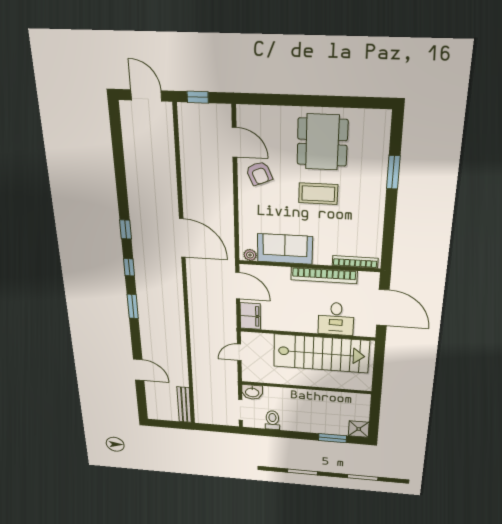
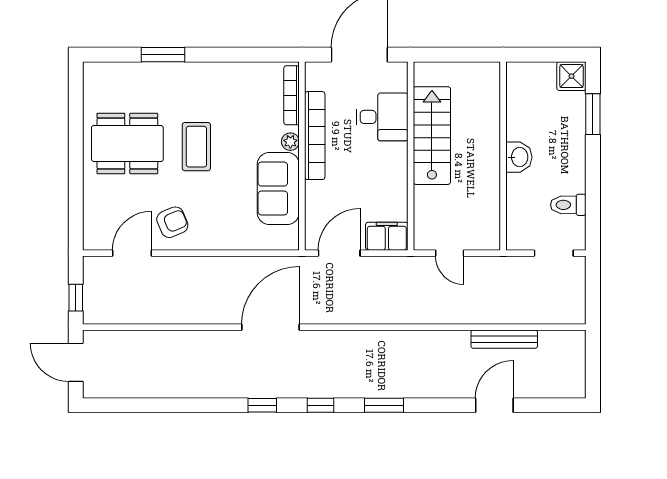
door: (146, 95) -> (76, 362), hinge flipped
plant: (250, 255) -> (290, 142), moved
stairs: (321, 353) -> (432, 136), width x0.73, depth x0.66
washbasin: (252, 392) -> (519, 157), moved
bench: (184, 405) -> (504, 339), moved

